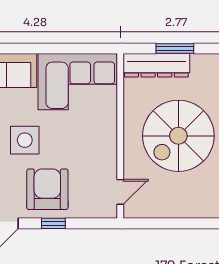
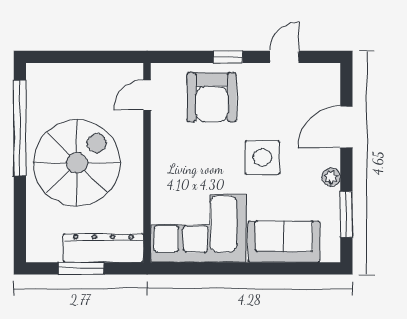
armchair: (47, 189) -> (212, 97), moved

